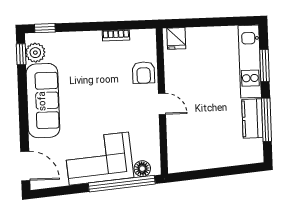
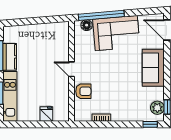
fridge: (176, 38) -> (46, 114), moved
armchair: (144, 73) -> (83, 91), turned 90
sofa: (43, 101) -> (153, 68), width x0.73

